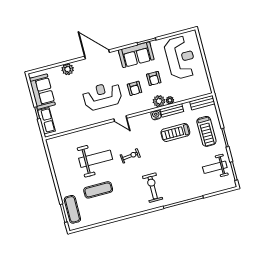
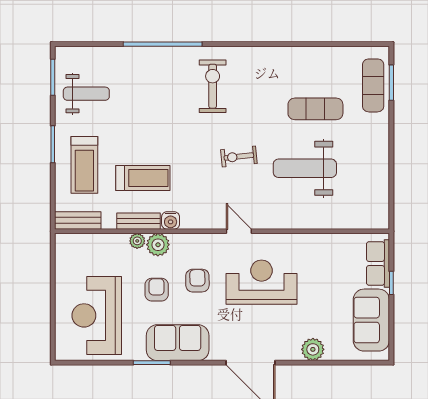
reception desk: (102, 96) -> (261, 282), turned 180
treadmill: (206, 131) -> (84, 165), turned 180
exercise bike: (153, 188) -> (213, 86), turned 180

